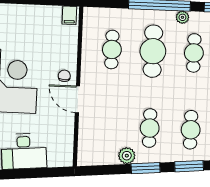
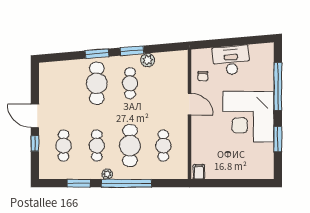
chair: (64, 76) -> (203, 76), moved
cafe table: (191, 130) -> (97, 83), width x1.37, depth x1.35

